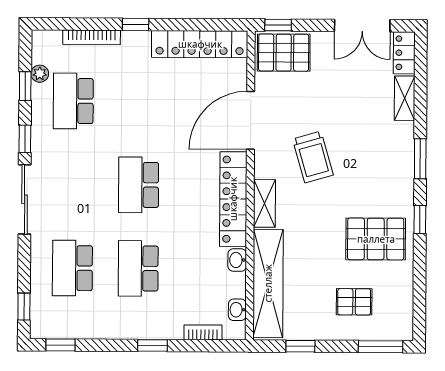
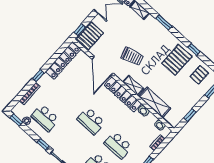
window: (25, 86) -> (16, 120), moved
window: (420, 219) -> (194, 49), moved
shelving: (268, 283) -> (155, 102), width x0.68
pallet: (354, 302) -> (199, 75), moved

